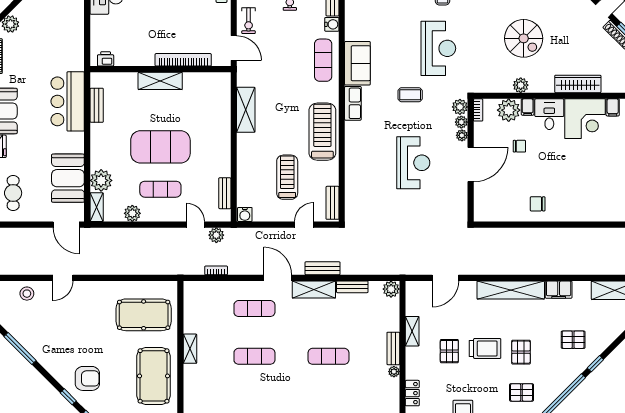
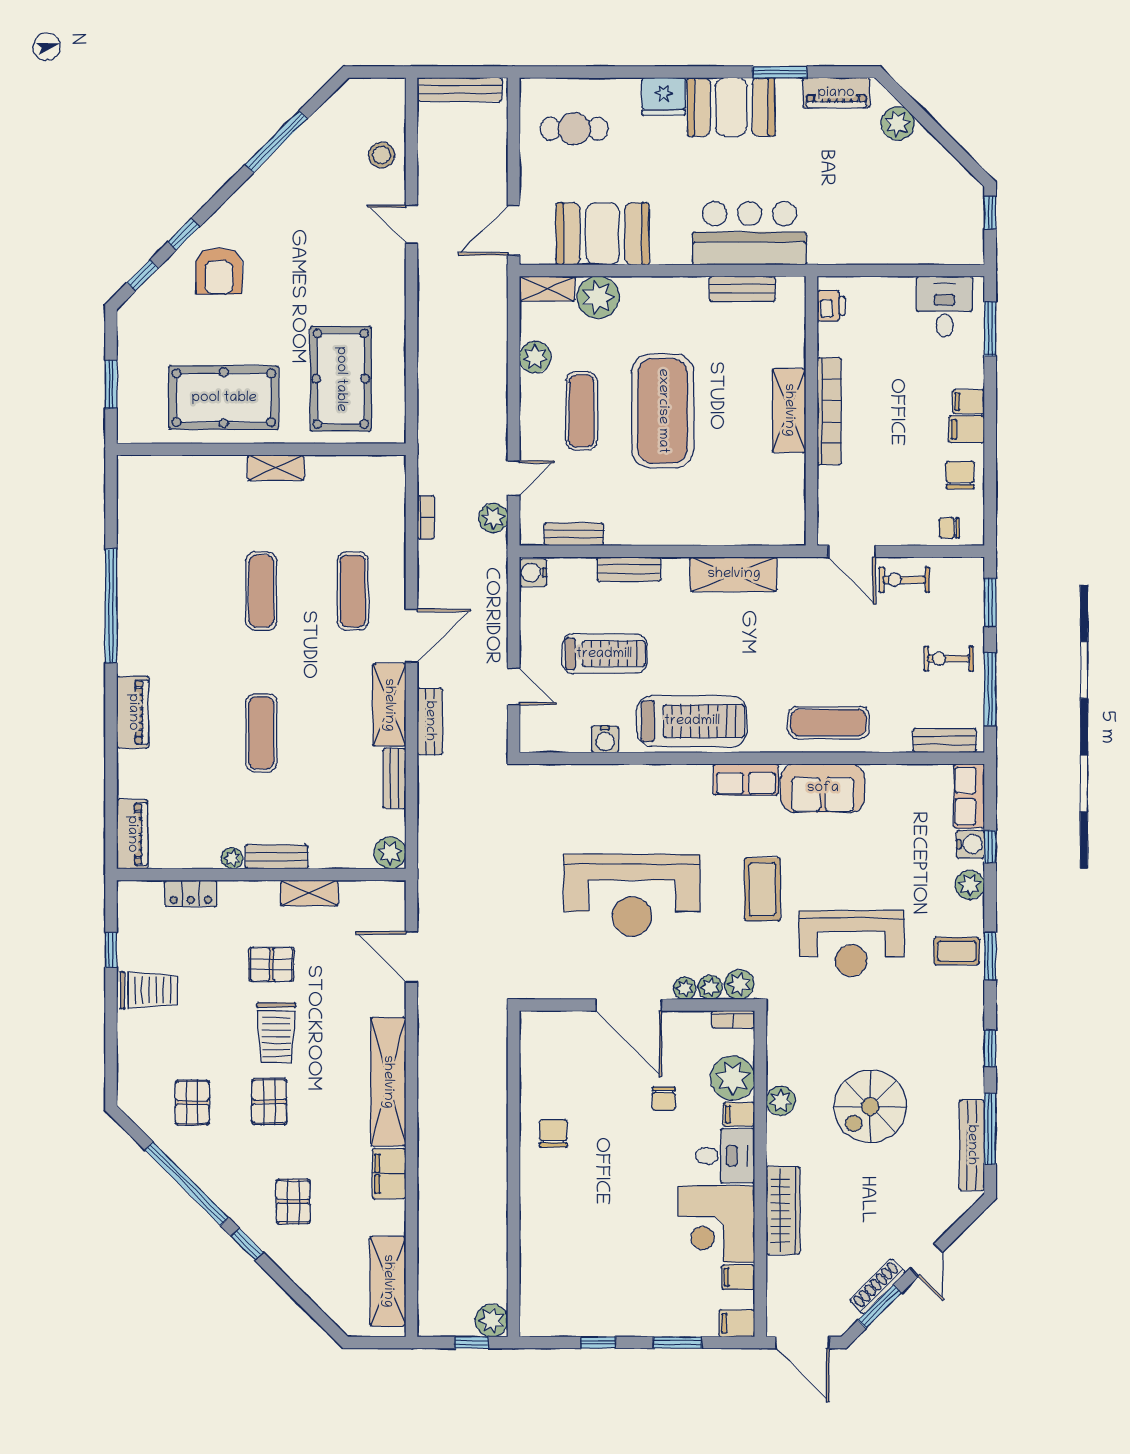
water cooler: (332, 24) -> (605, 739), moved
door: (234, 48) -> (852, 551), hinge flipped
bookcase: (183, 60) -> (829, 411), moved
coffee table: (410, 95) -> (762, 889), width x1.36, depth x1.30
reception desk: (413, 163) -> (632, 895), width x1.36, depth x1.30
bench: (332, 203) -> (629, 569), moved
pallet: (521, 352) -> (269, 1102), turned 90

